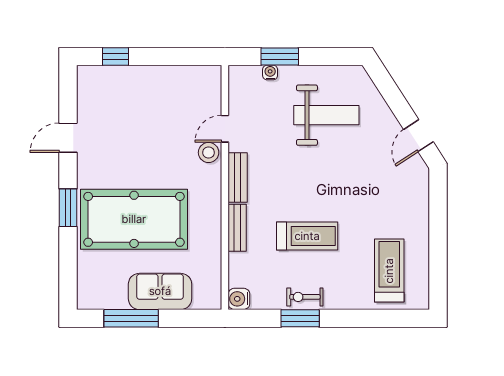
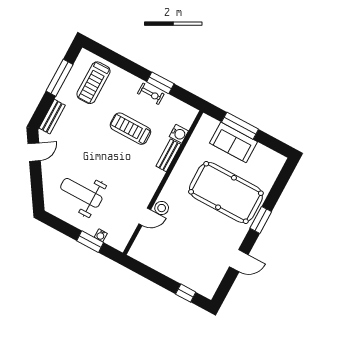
bench: (238, 177) -> (52, 117), moved
window: (438, 253) -> (59, 78), added
water cooler: (239, 299) -> (179, 134), moved
window: (131, 318) -> (240, 126), moved

